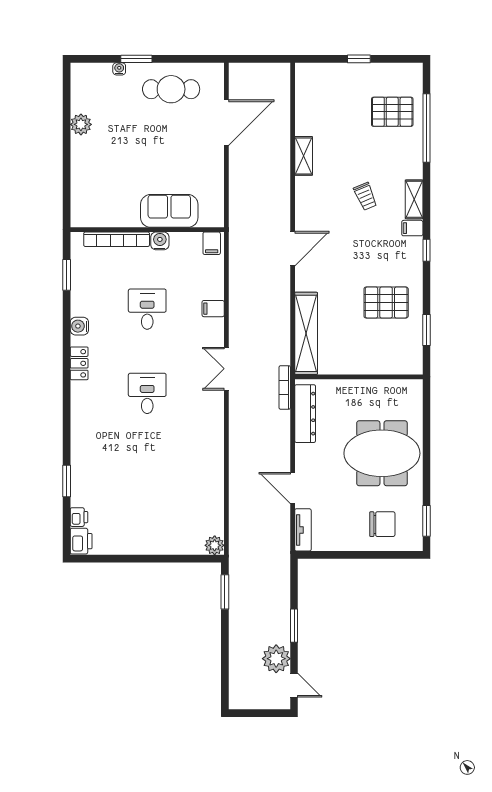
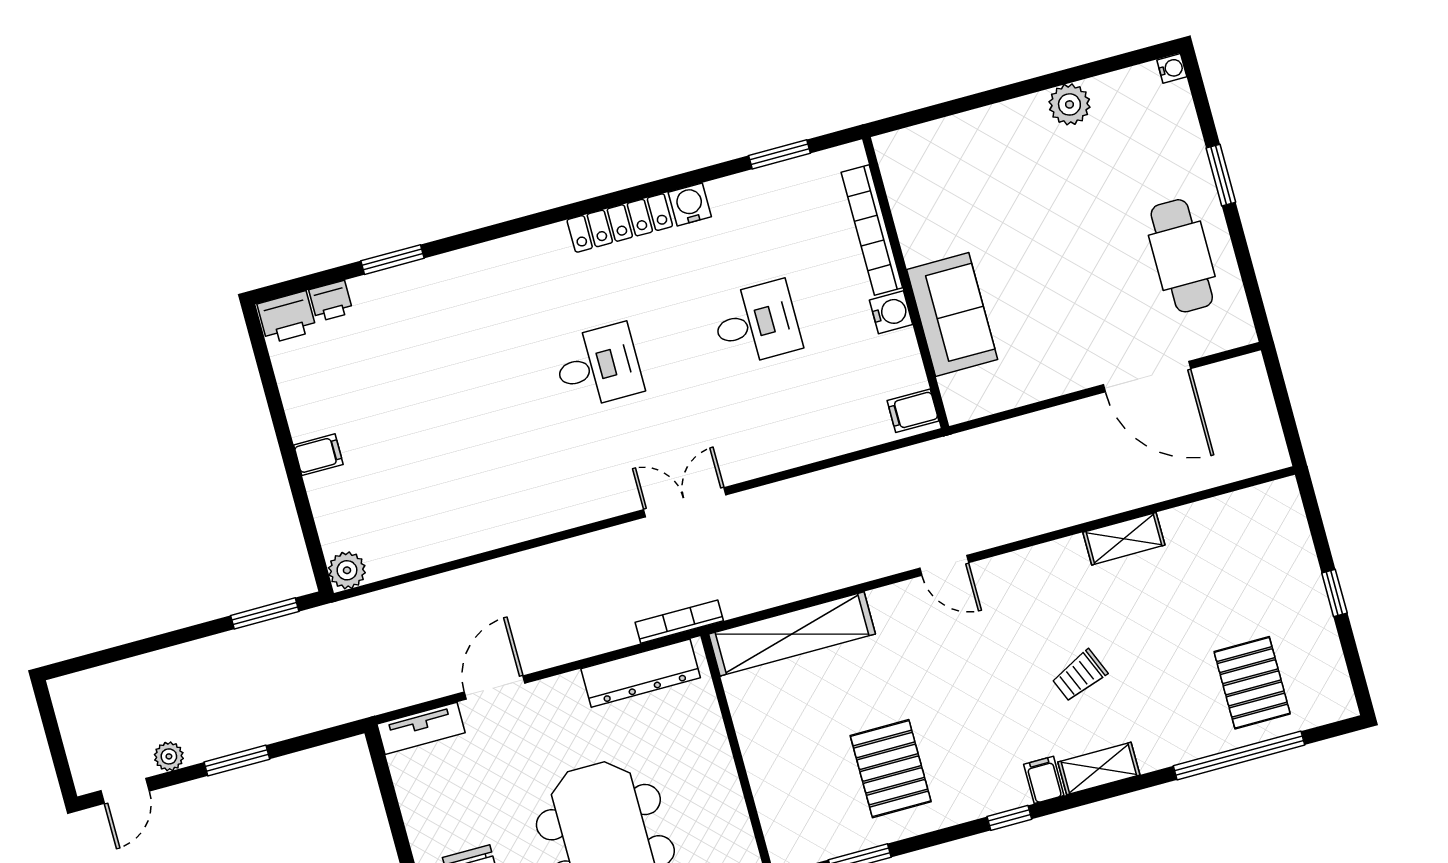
water cooler: (119, 69) -> (1172, 68), moved
door: (293, 249) -> (944, 565), width x0.73
filing cabinet: (213, 309) -> (318, 455), moved, turned 90
locker: (79, 363) -> (620, 223), width x1.53
plant: (276, 659) -> (169, 756), width x0.53, depth x0.53

